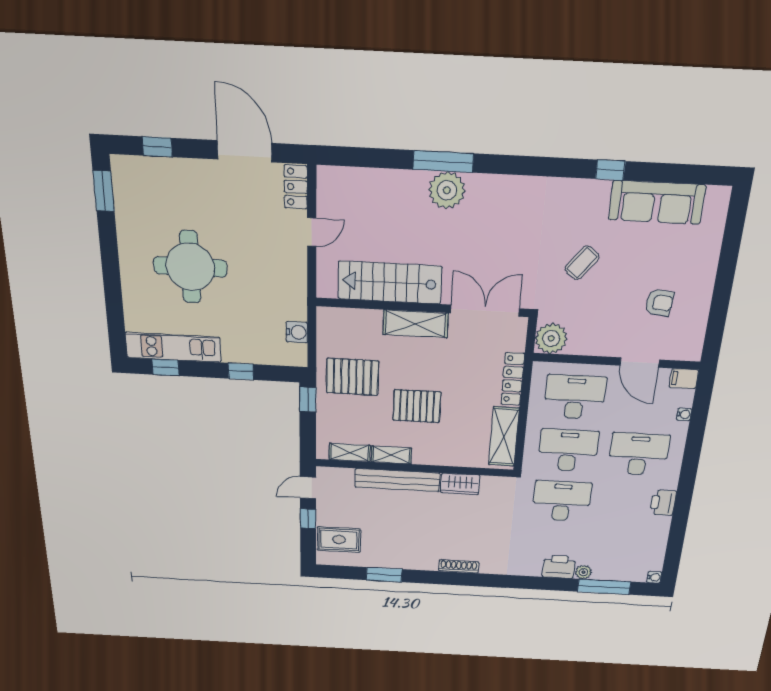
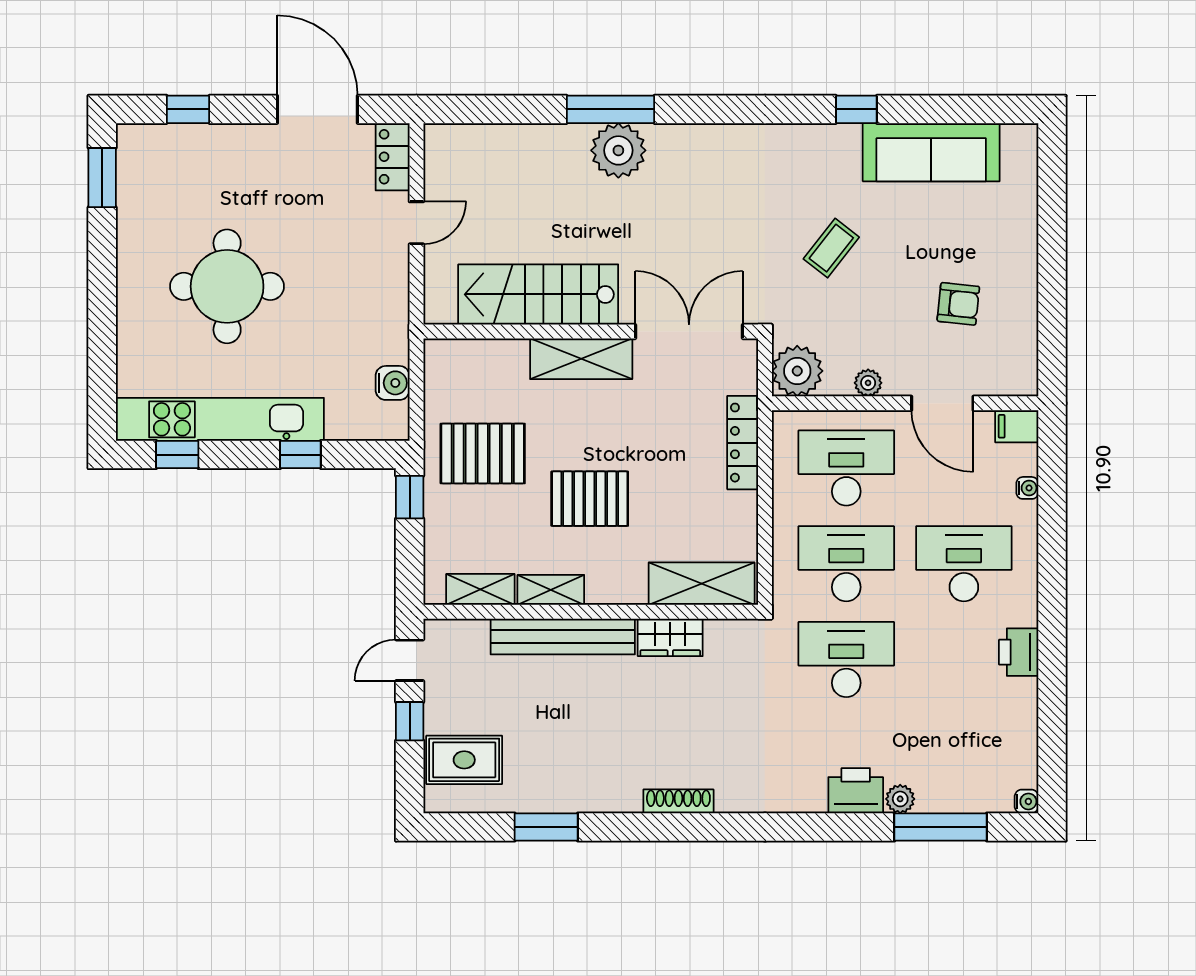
kitchen unit: (173, 347) -> (220, 419), width x1.36
plant: (595, 348) -> (868, 383), added
shelving: (504, 437) -> (702, 584), moved, turned 90

